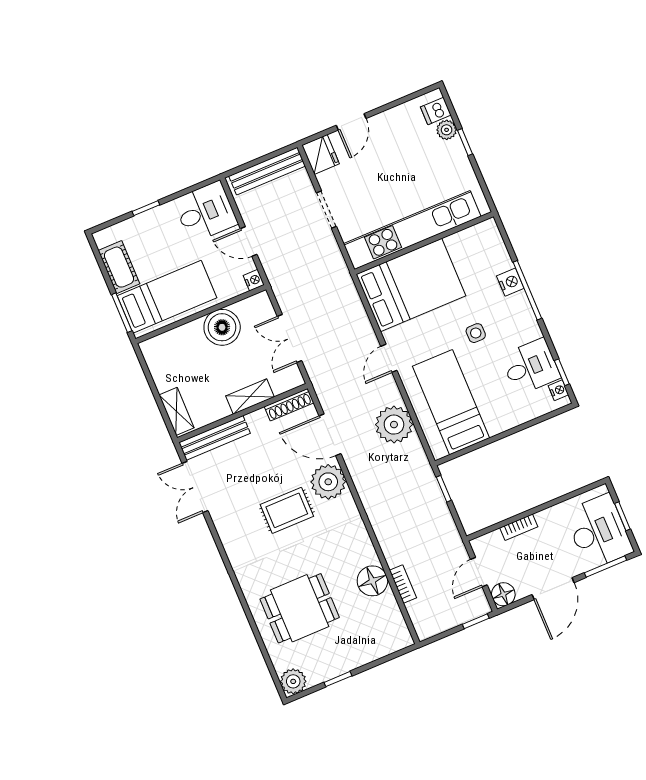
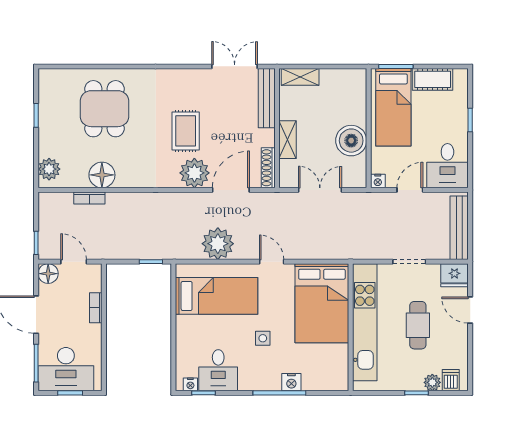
cafe table: (391, 171) -> (418, 325), added
plant: (293, 681) -> (49, 169), moved

